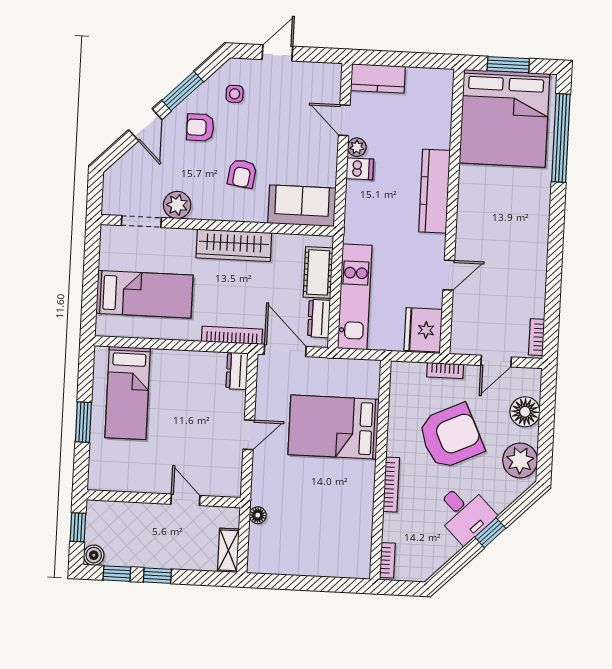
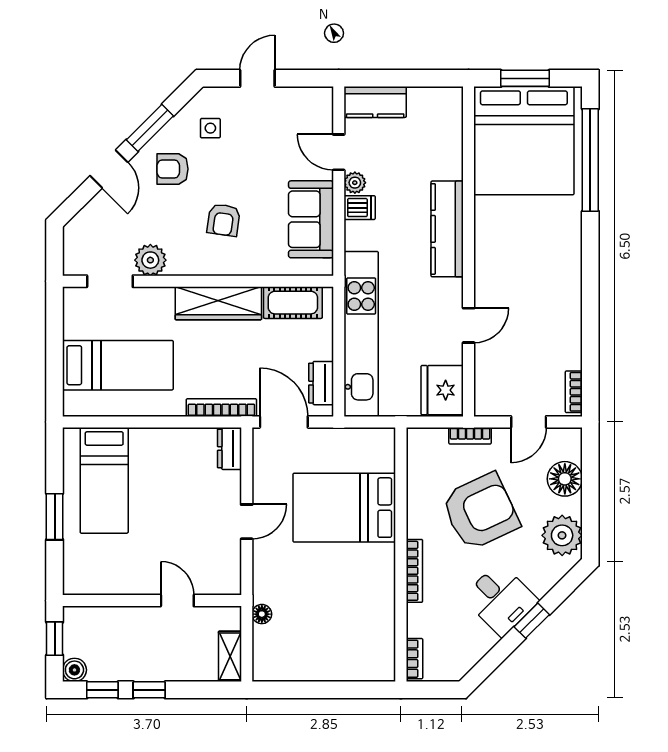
sofa: (302, 206) -> (311, 219), moved, turned -90
cot: (318, 272) -> (293, 303), moved, turned 90
kitchen unit: (355, 297) -> (361, 334), width x1.36

